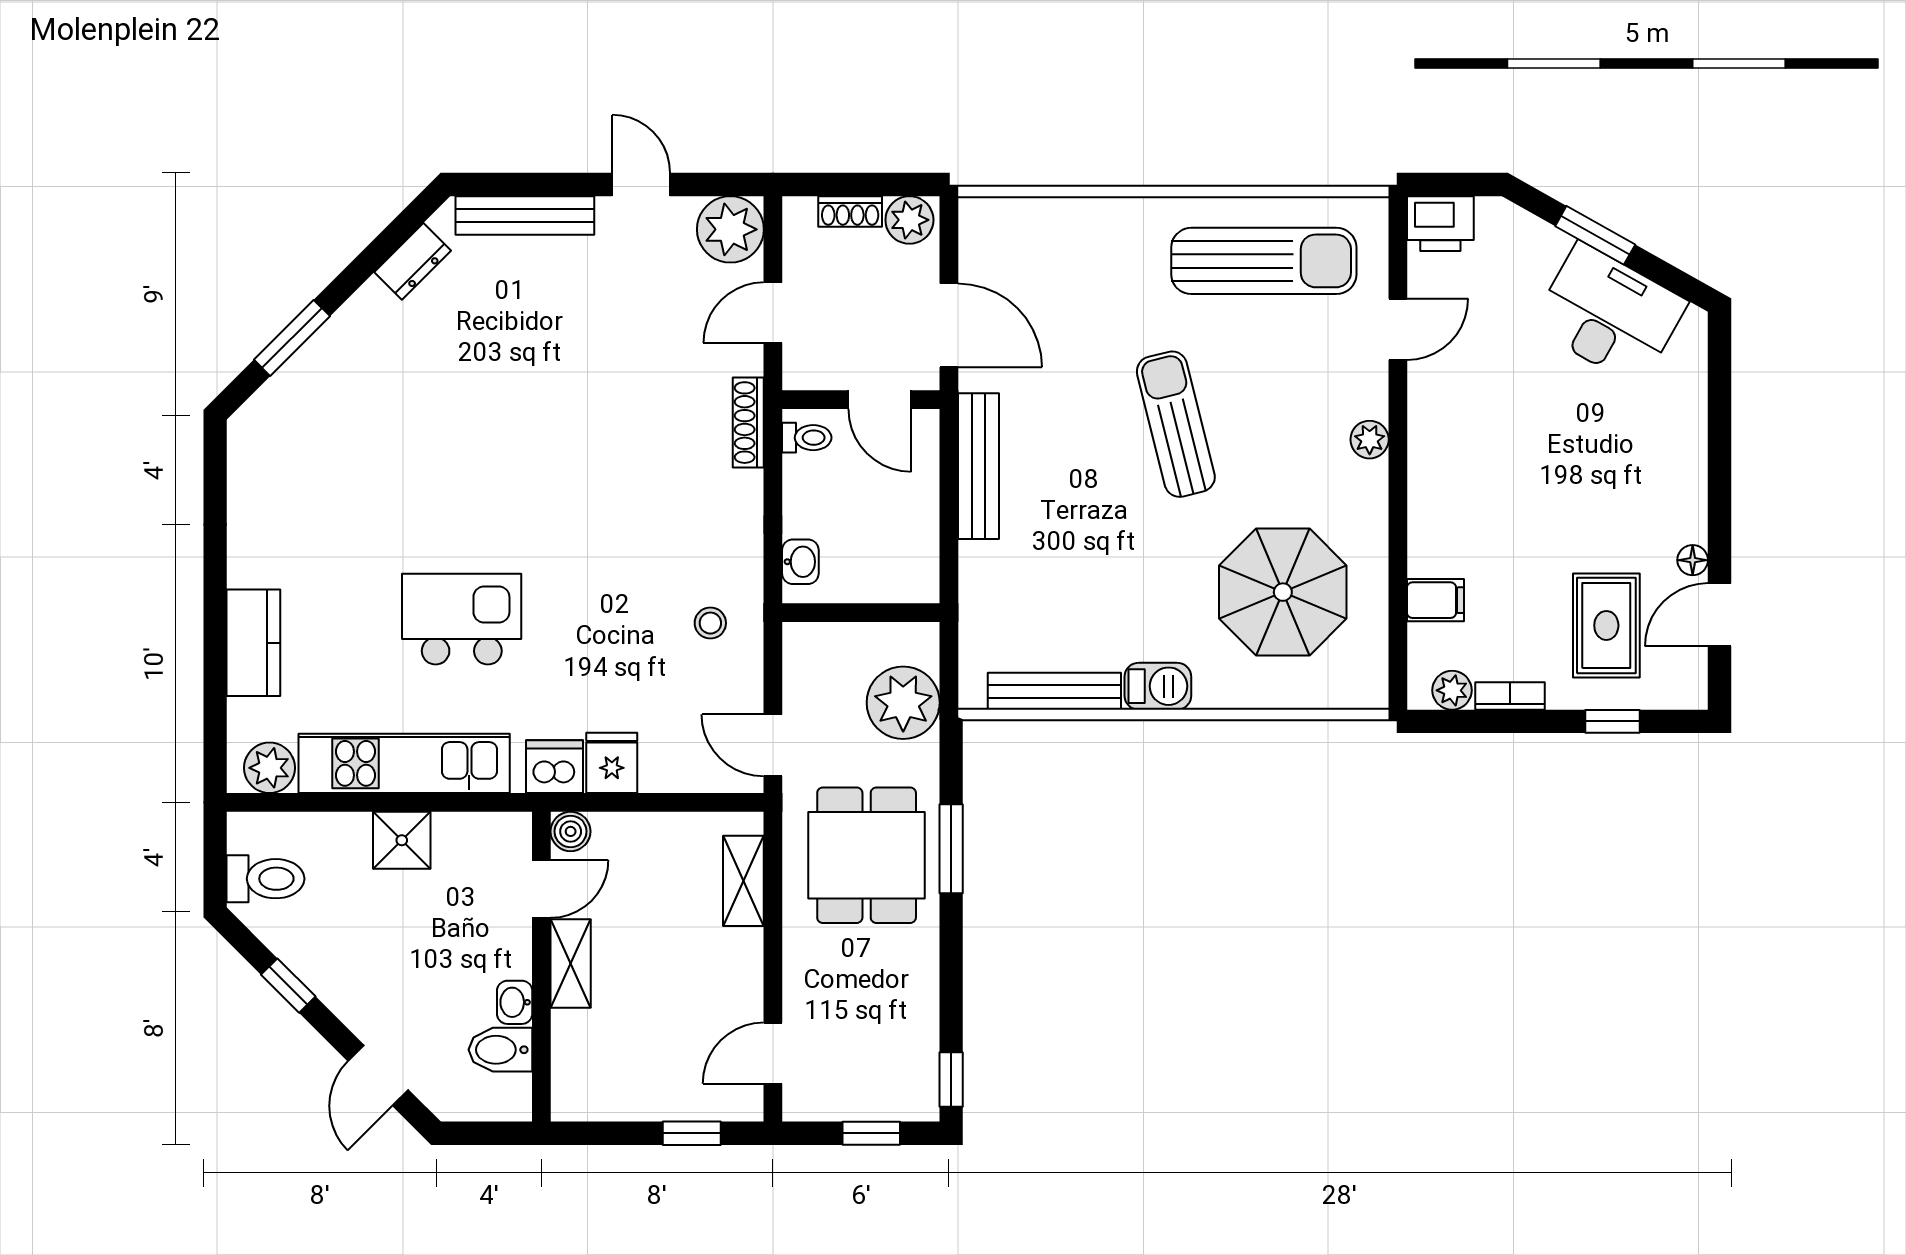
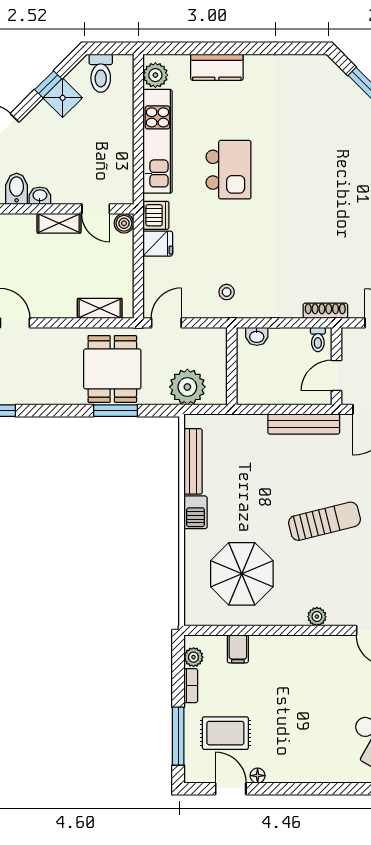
window: (1612, 721) -> (178, 736), width x2.17
shower: (402, 840) -> (63, 98), moved, turned 45
dining table: (867, 855) -> (112, 369), turned 90

